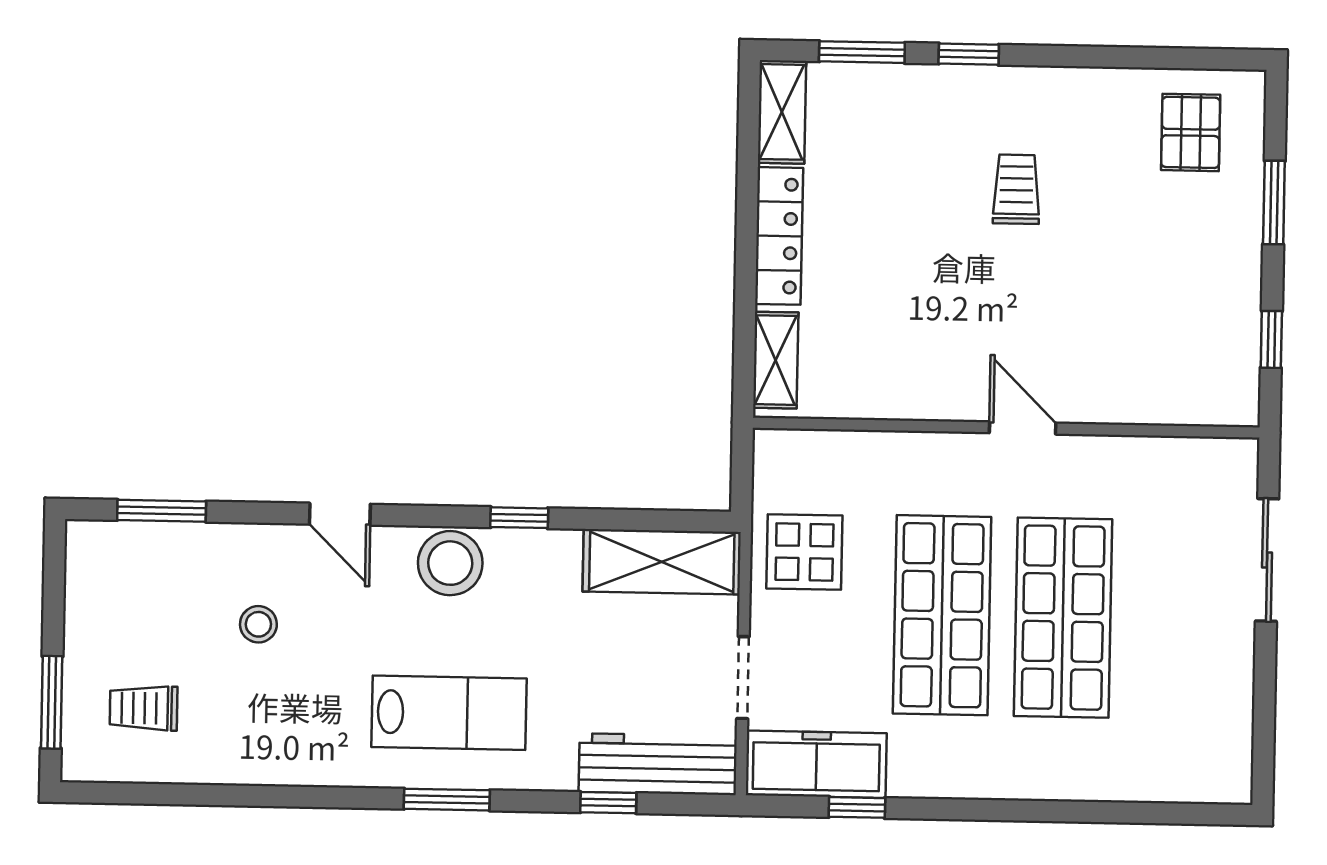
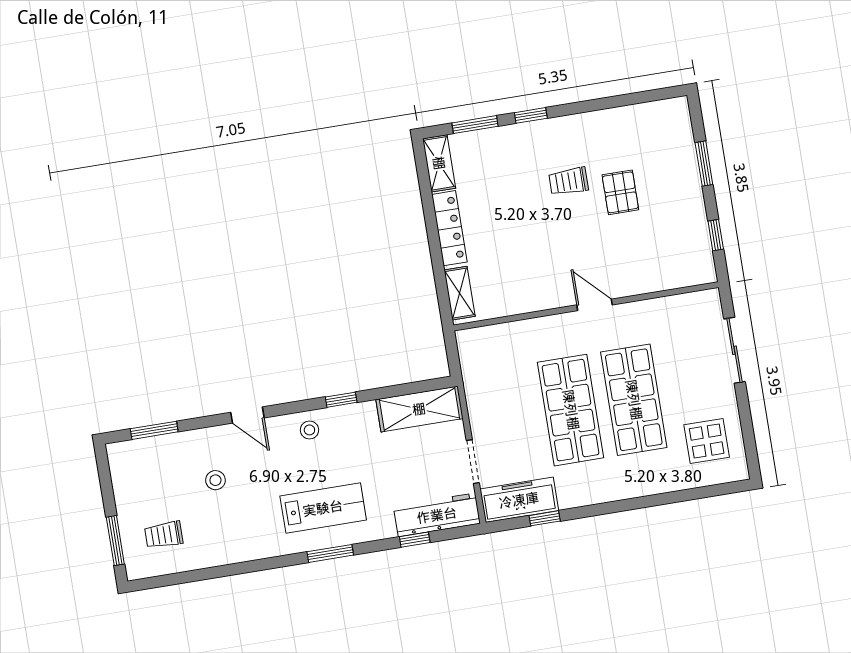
pallet: (1191, 132) -> (620, 192), moved
trolley: (1016, 189) -> (569, 181), turned -90
display table: (804, 552) -> (707, 441), moved
stool: (450, 563) -> (309, 430), width x0.53, depth x0.53

